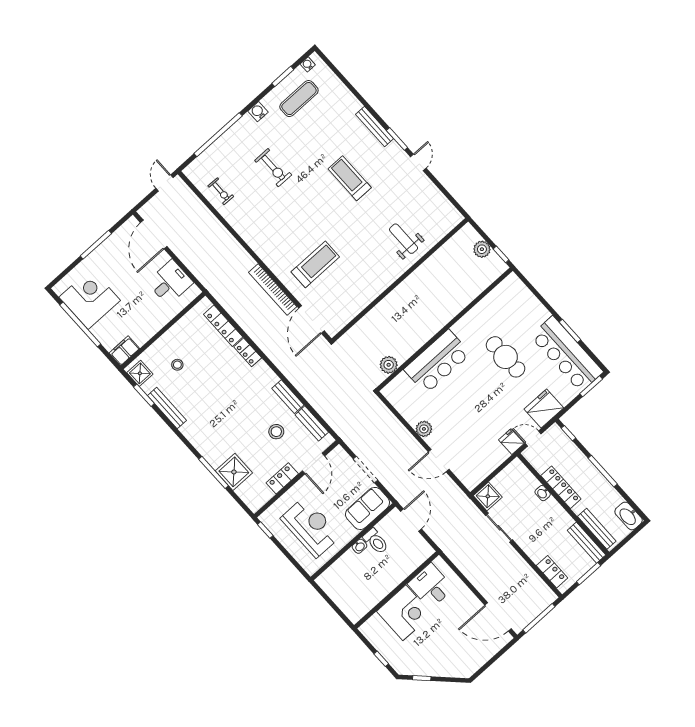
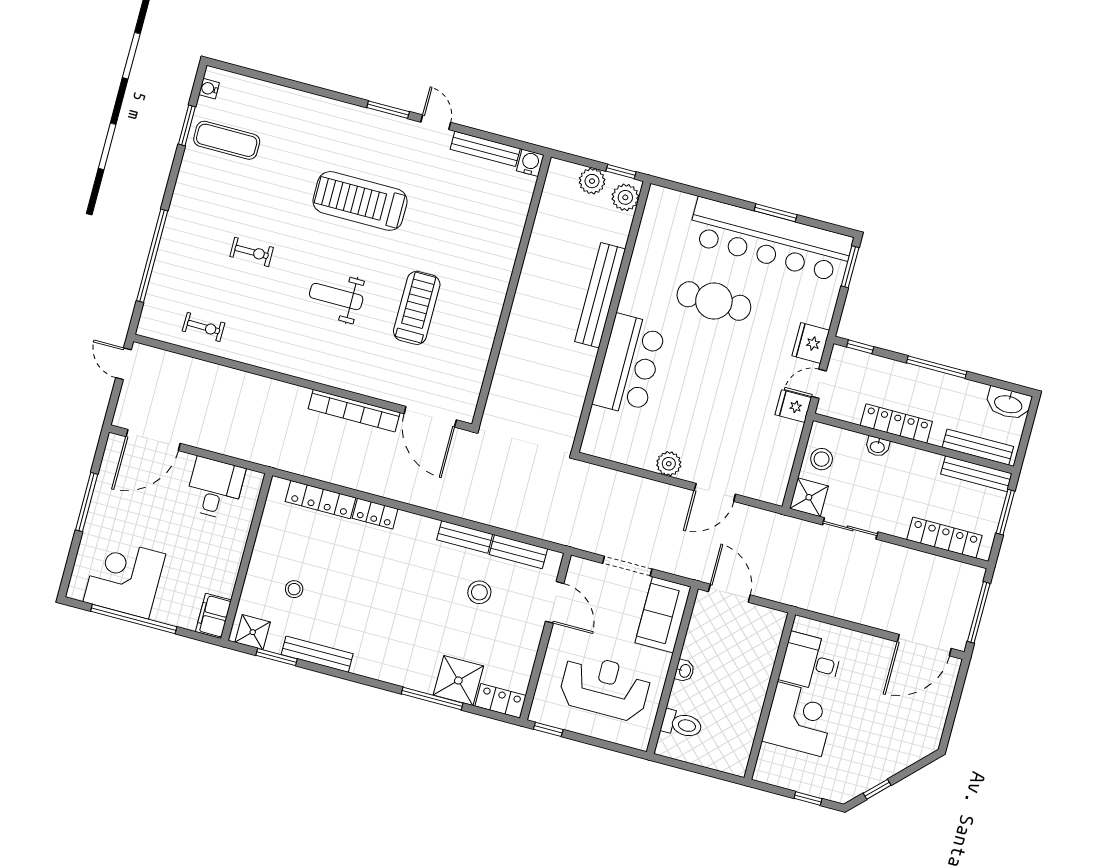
exercise mat: (299, 99) -> (227, 140), turned 90
water cooler: (258, 112) -> (530, 163), moved, turned 90
bench: (375, 127) -> (485, 149), moved
exercise bike: (273, 168) -> (252, 252), width x0.73, depth x0.72
treadmill: (350, 178) -> (360, 201), width x1.37, depth x1.38
door: (154, 234) -> (153, 440), hinge flipped
weight bench: (404, 239) -> (336, 297), moved
treadmill: (315, 264) -> (417, 308), moved
bench: (446, 314) -> (600, 295), added
bar counter: (567, 354) -> (770, 240), width x1.36
plant: (389, 365) -> (625, 197), moved
fridge: (544, 409) -> (811, 343), width x0.73, depth x0.75
locker: (282, 478) -> (501, 701), moved, turned 90
stool: (508, 480) -> (822, 459), added
toilet: (376, 541) -> (682, 724), moved
locker: (552, 572) -> (944, 538), width x1.53

